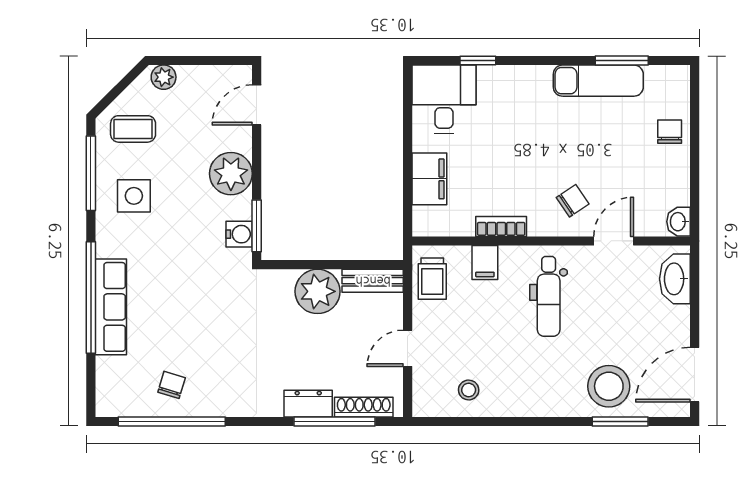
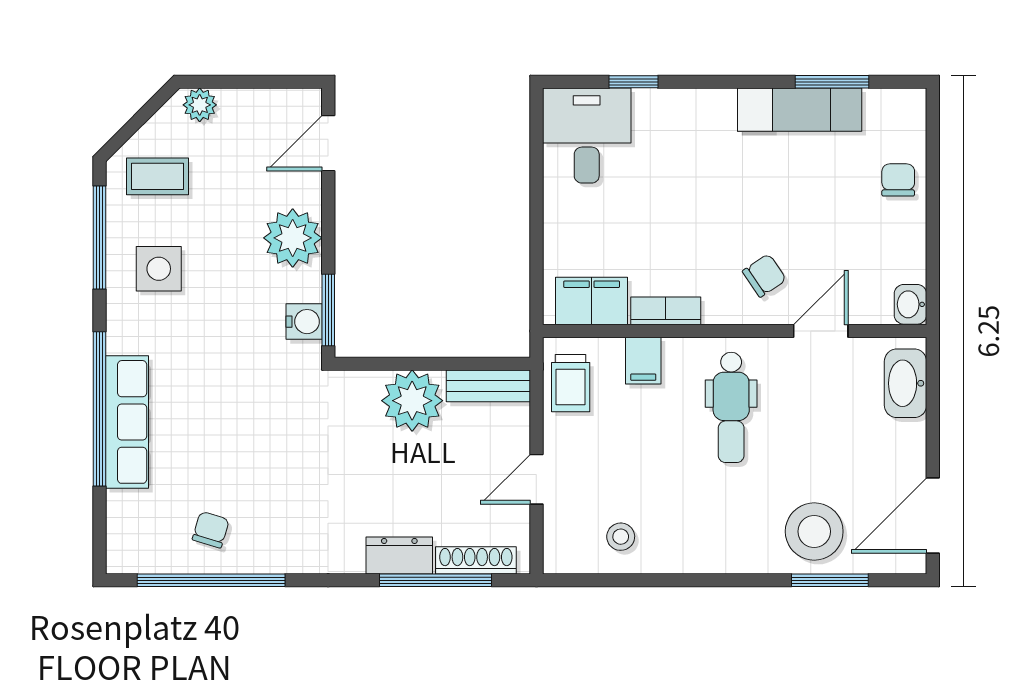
filing cabinet: (429, 179) -> (592, 301), moved, turned -90

